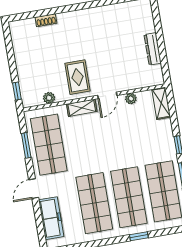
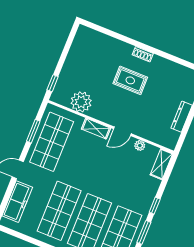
shoe rack: (46, 20) -> (143, 54), moved
rug: (78, 77) -> (130, 80), moved, turned 90
plant: (49, 98) -> (81, 102), width x1.88, depth x1.88

